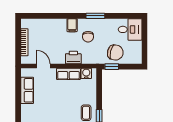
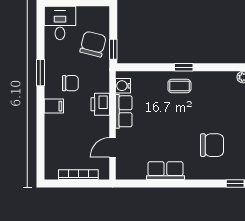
row of seats: (27, 90) -> (165, 171), moved

